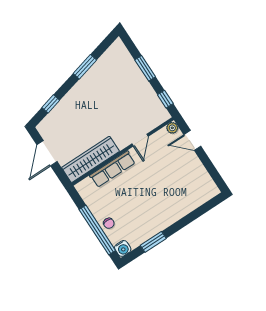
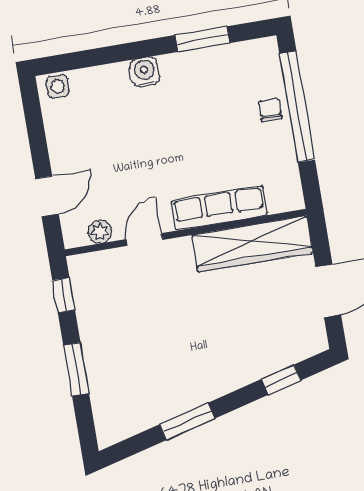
plant: (172, 128) -> (100, 232), moved
door: (192, 140) -> (47, 196), hinge flipped
side table: (209, 192) -> (58, 86), added
water cooler: (123, 248) -> (144, 72), moved

